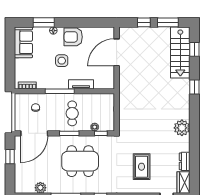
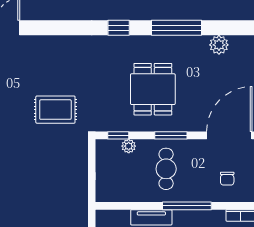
dining table: (80, 161) -> (153, 89), width x0.73
rug: (142, 167) -> (55, 110), moved, turned 90

